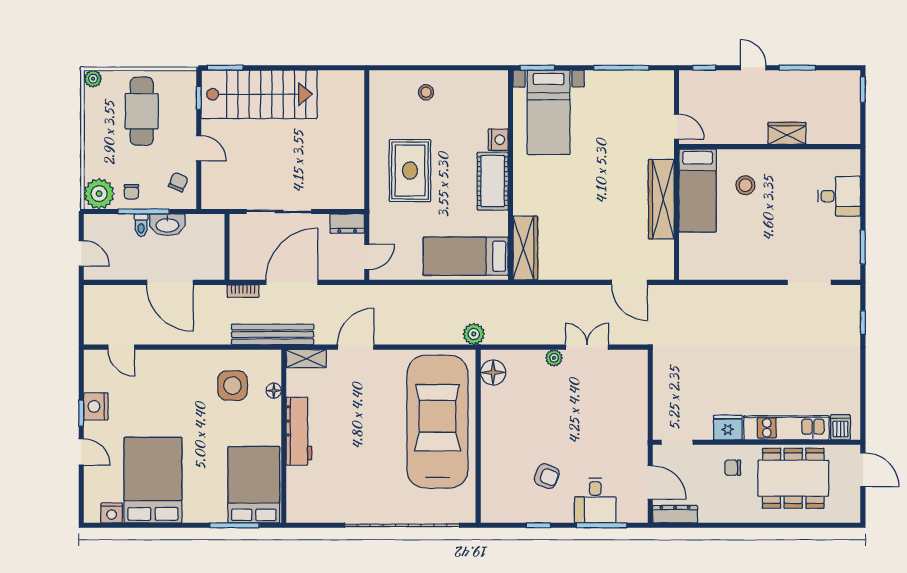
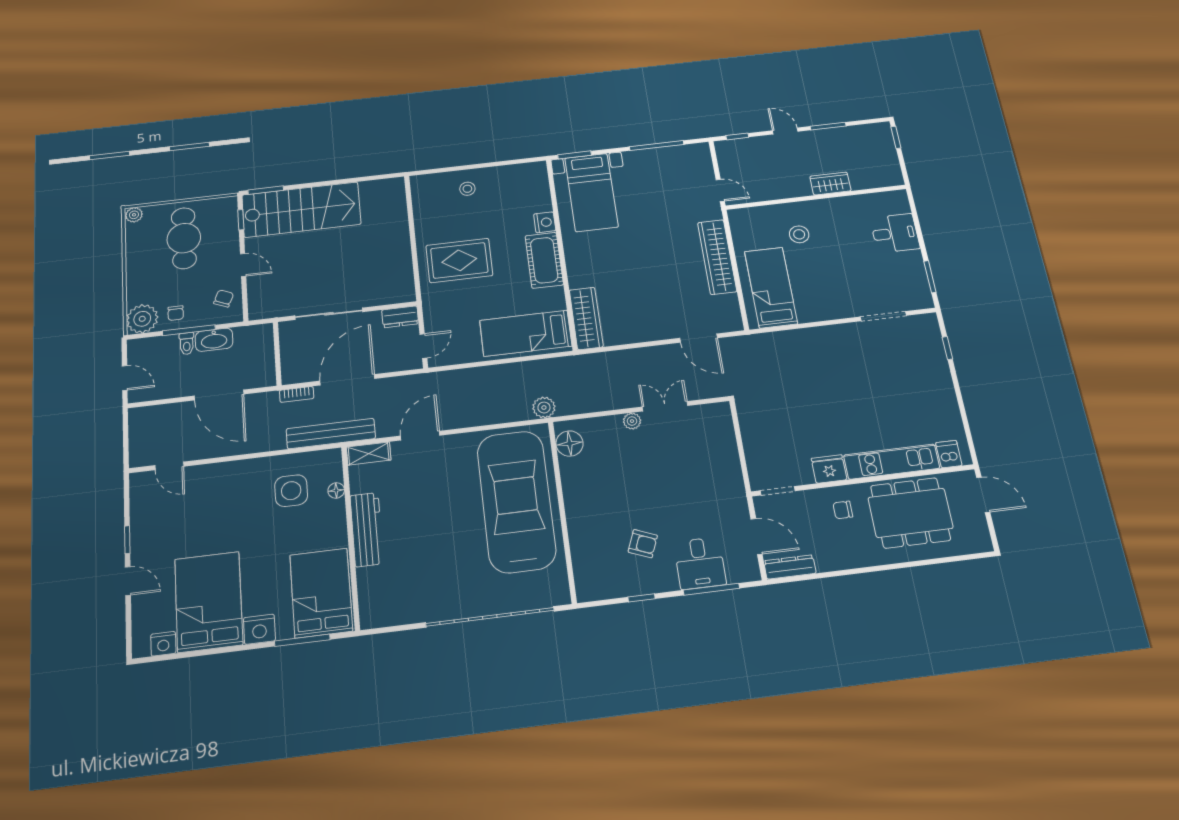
rug: (410, 171) -> (459, 260), turned 90
bed: (698, 190) -> (771, 287), moved, turned 180
nightstand: (96, 406) -> (259, 629), moved, turned -90

